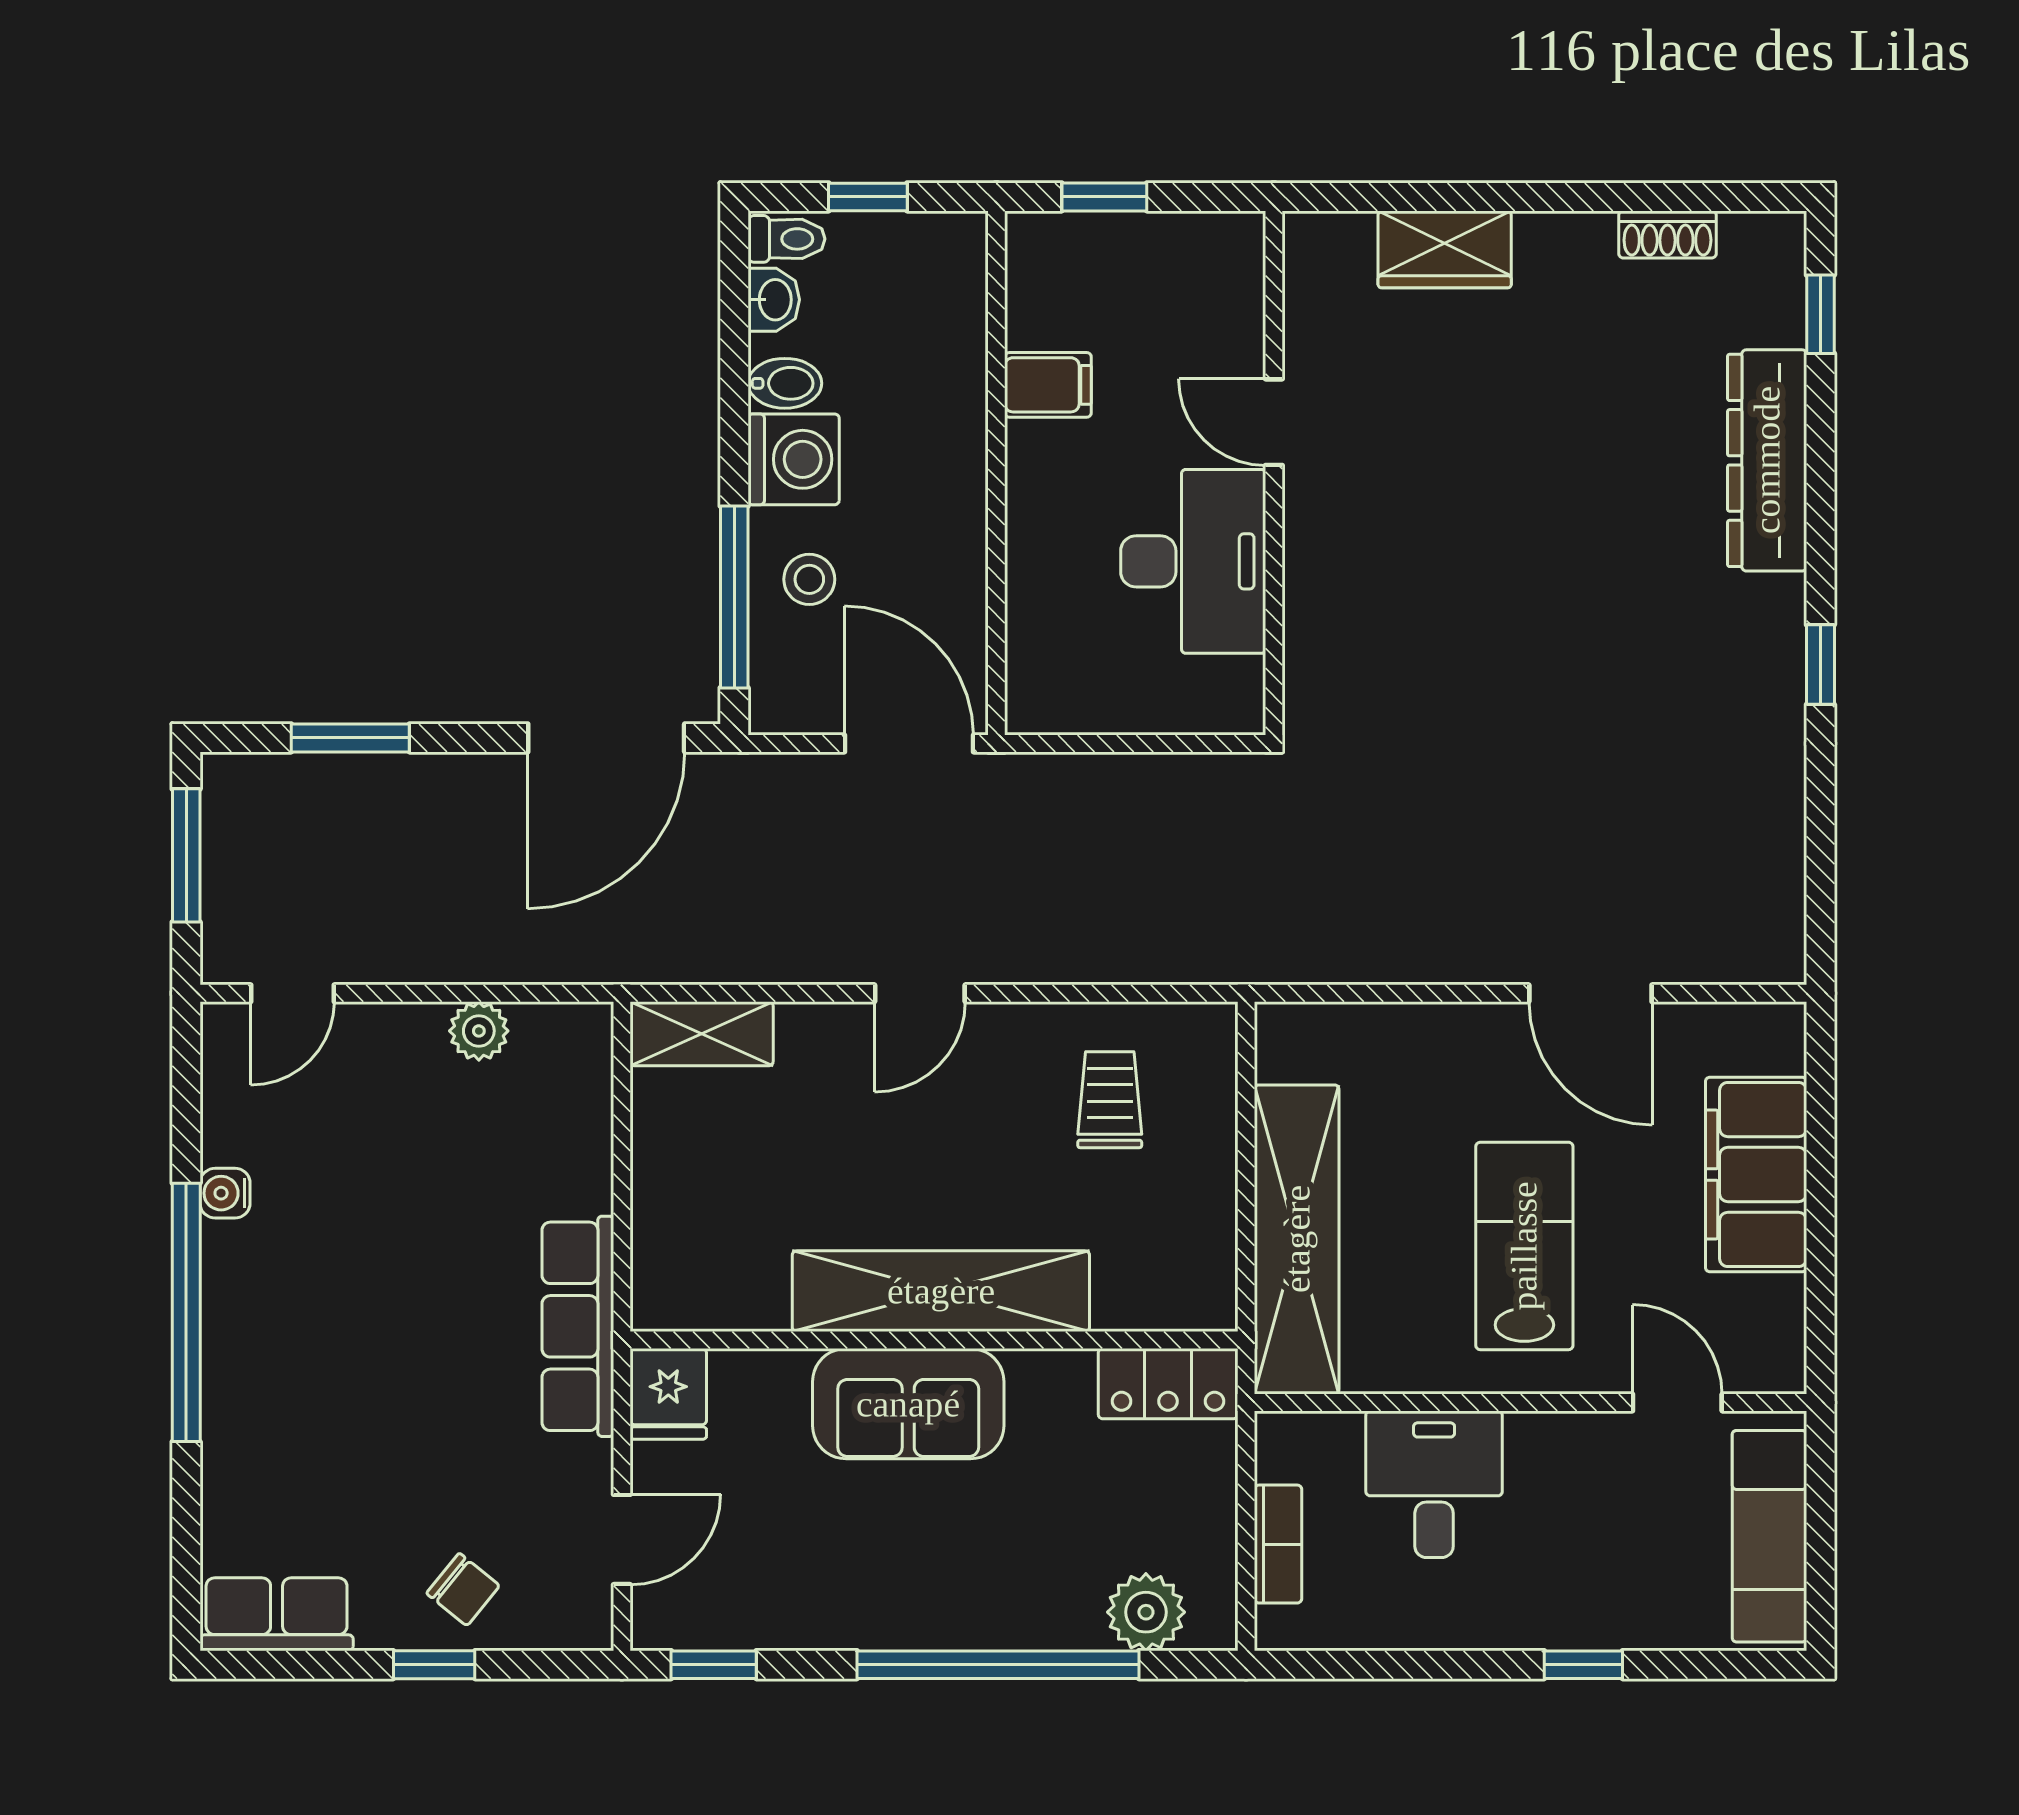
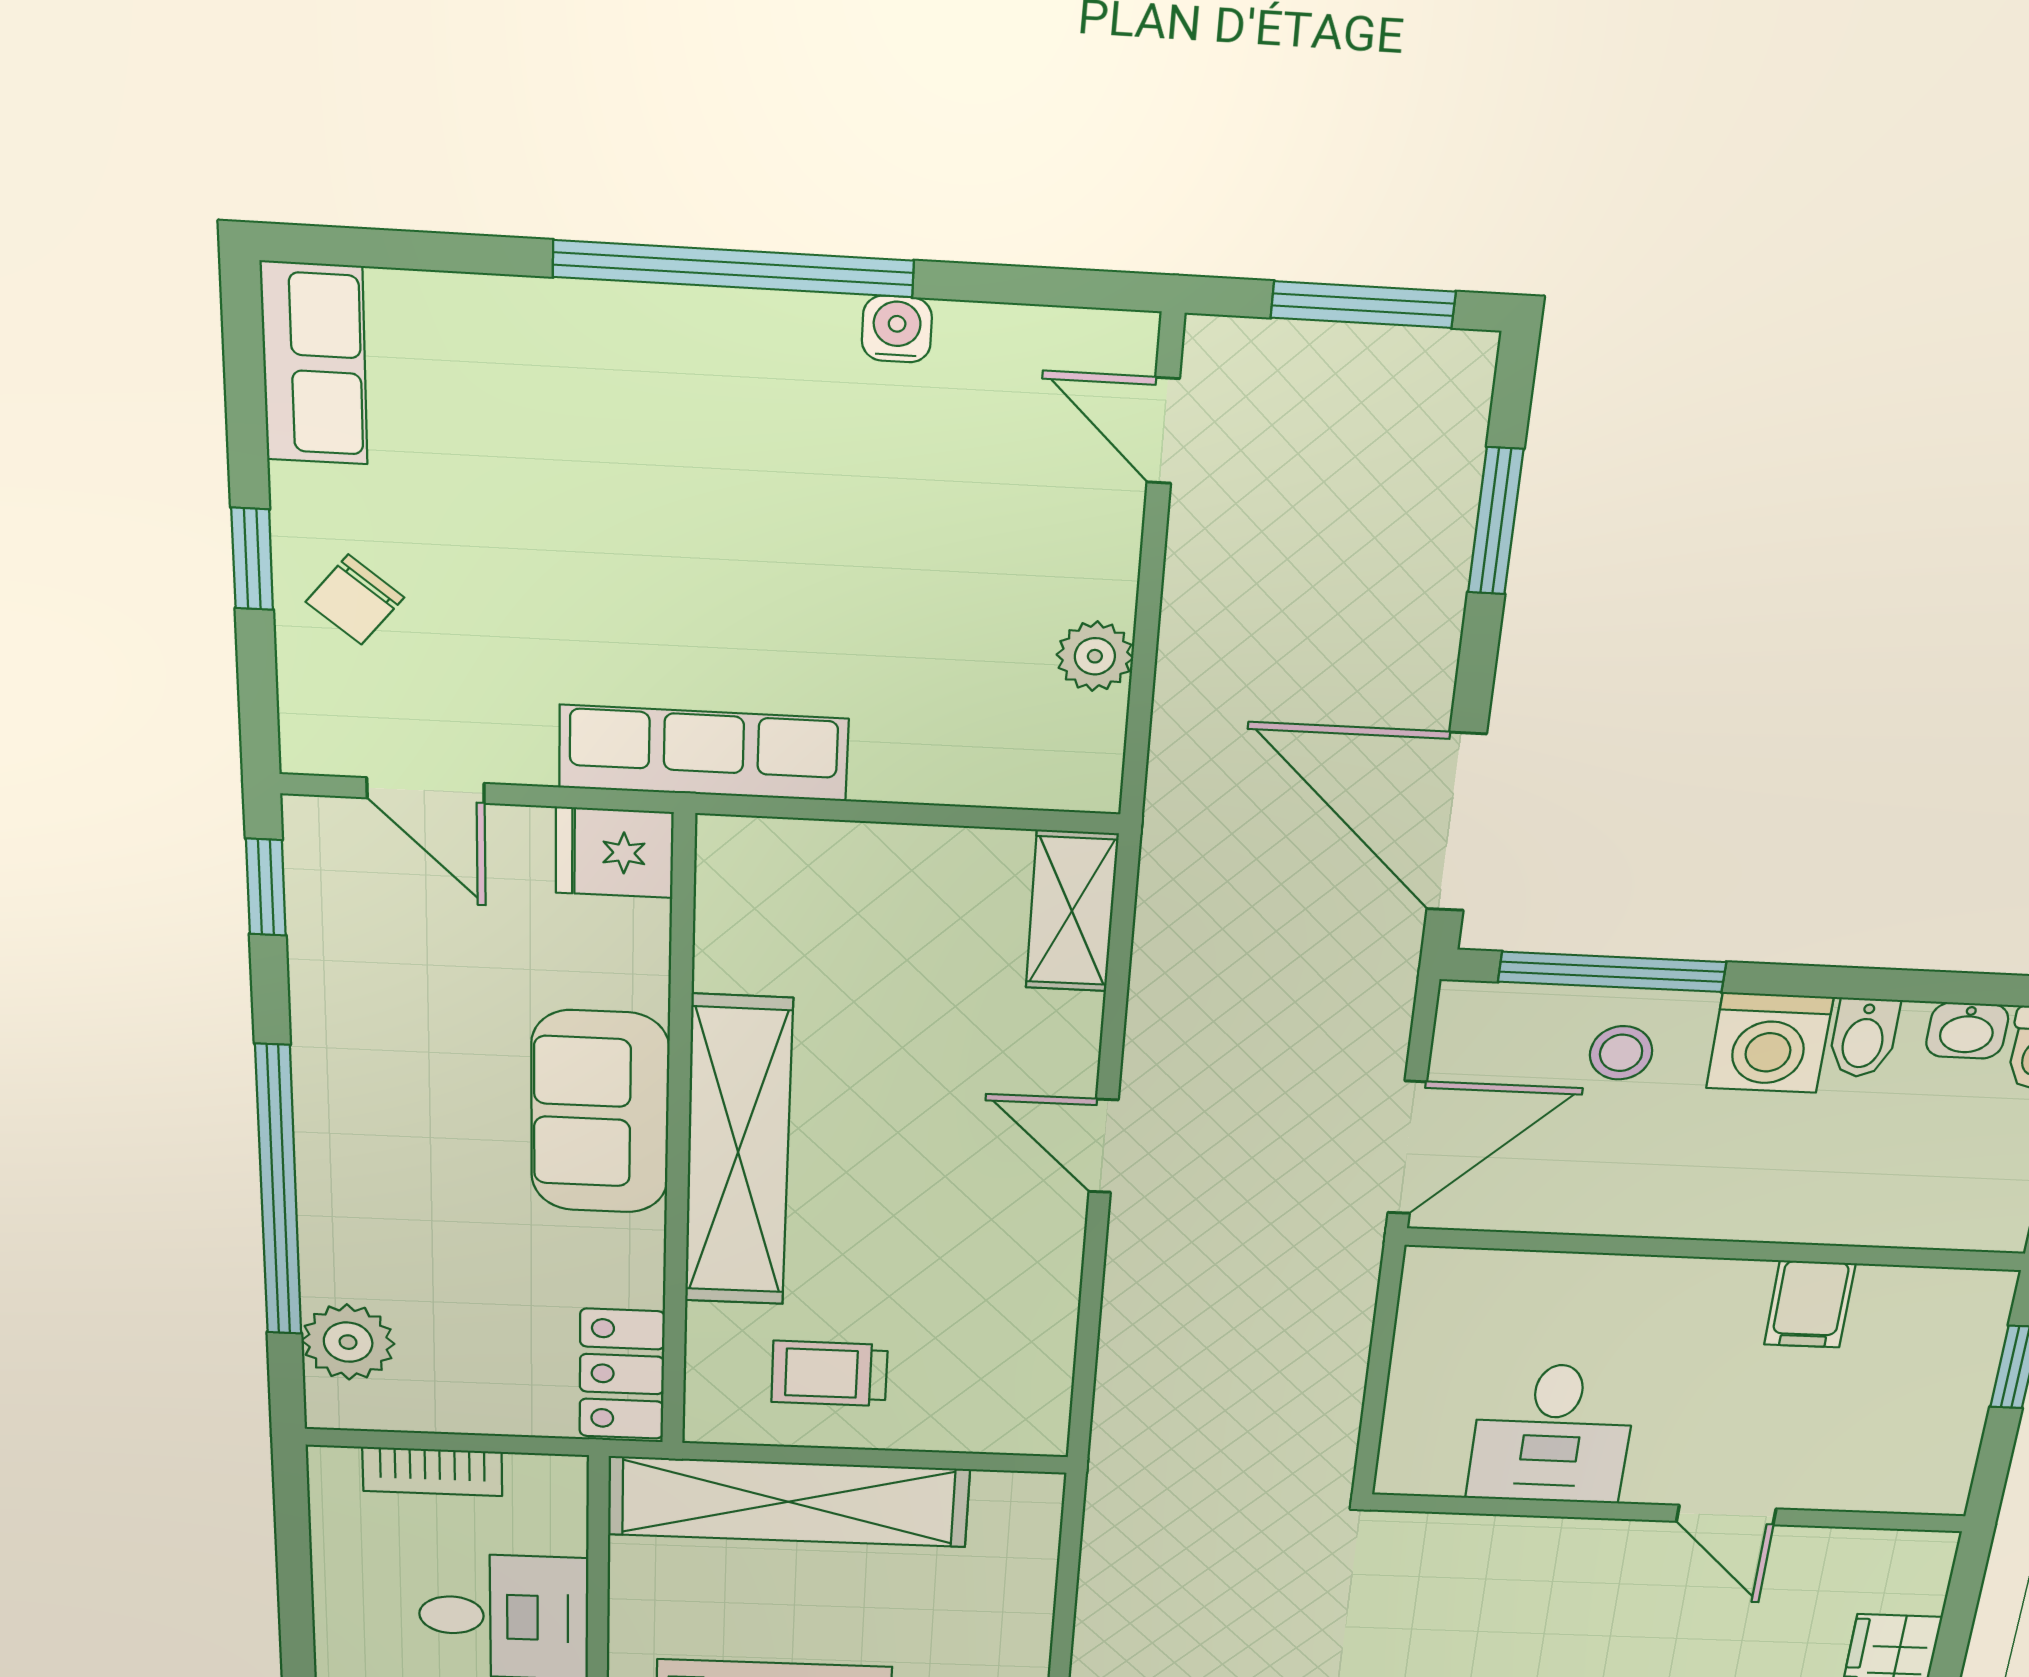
door: (1274, 422) -> (1726, 1515), swing flipped
desk: (1193, 561) -> (1552, 1434), width x0.73
trolley: (1110, 1100) -> (829, 1373), moved, turned 180

